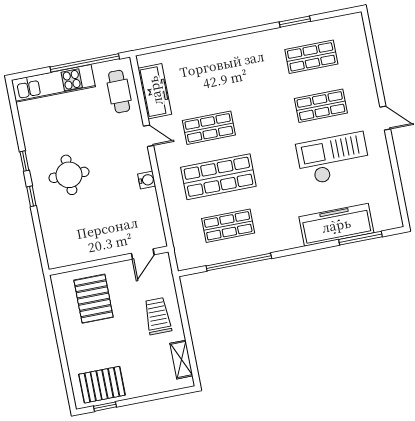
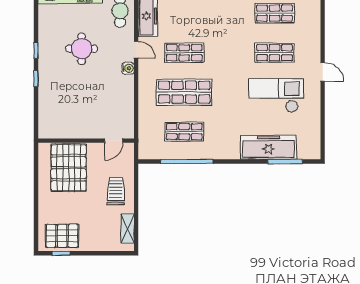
round table: (69, 175) -> (82, 49), moved
water cooler: (147, 180) -> (128, 68), moved
pallet: (93, 299) -> (69, 168), width x1.37, depth x1.41

